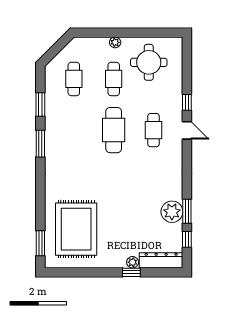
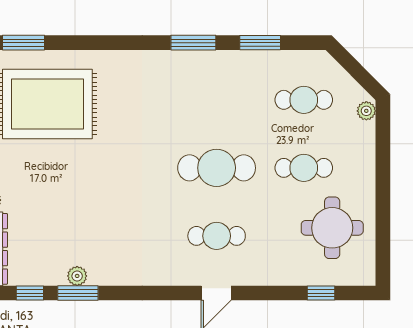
plant: (115, 42) -> (366, 111), moved
window: (187, 102) -> (321, 293), moved
plant: (172, 212) -> (77, 276), width x0.53, depth x0.53

